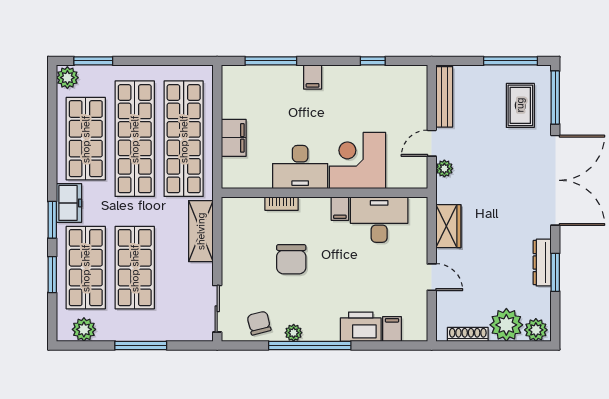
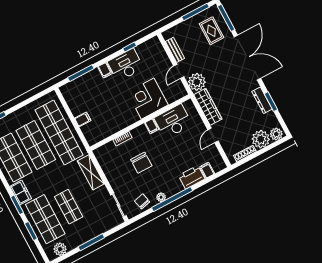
bench: (444, 97) -> (175, 50), width x0.73
filing cabinet: (234, 138) -> (83, 119), width x0.50
shop shelf: (135, 139) -> (36, 145), width x0.71
desk: (300, 167) -> (126, 65), moved, turned 180
plant: (444, 169) -> (197, 82), width x1.88, depth x1.88
wardrobe: (448, 226) -> (208, 107), width x1.50
shop shelf: (135, 268) -> (69, 207), width x0.70, depth x0.74
door: (432, 277) -> (213, 135), swing flipped

